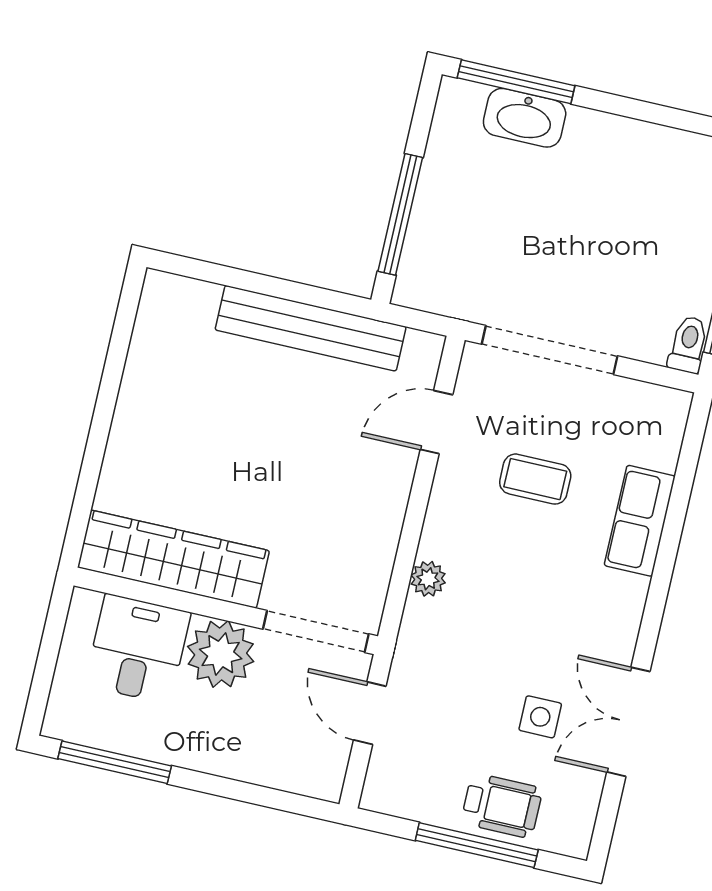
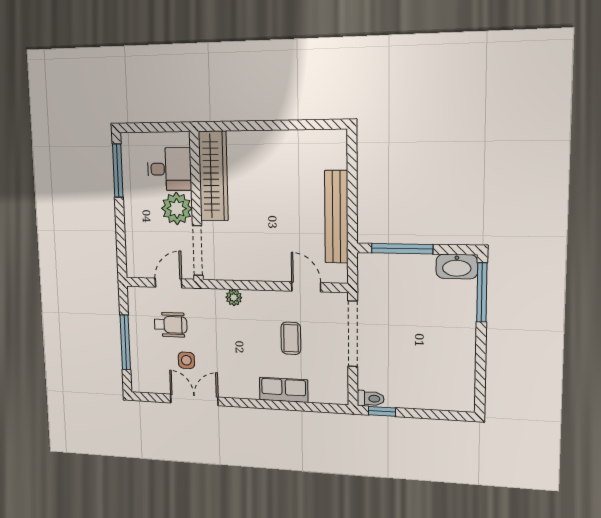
washbasin: (525, 118) -> (457, 267), moved, turned -90
wheelchair: (502, 806) -> (171, 325), moved, turned -90

